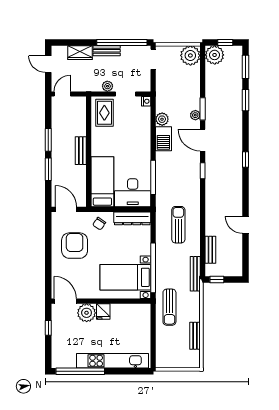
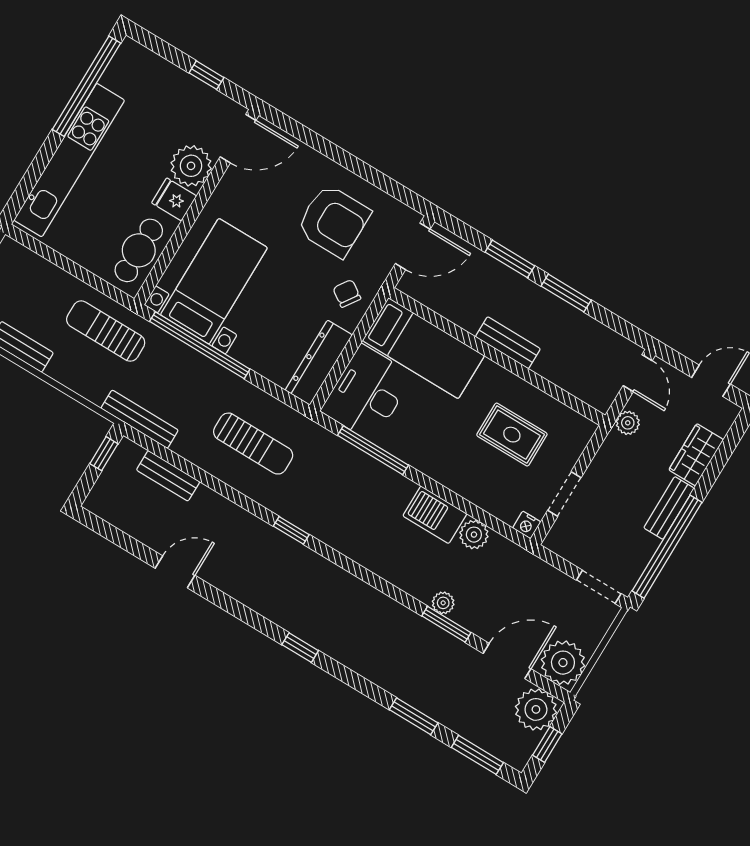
plant: (107, 86) -> (628, 423), moved
rug: (104, 113) -> (512, 435), moved
door: (203, 140) -> (507, 661), moved
window: (203, 171) -> (291, 530), moved
cafe table: (131, 313) -> (139, 250), added

